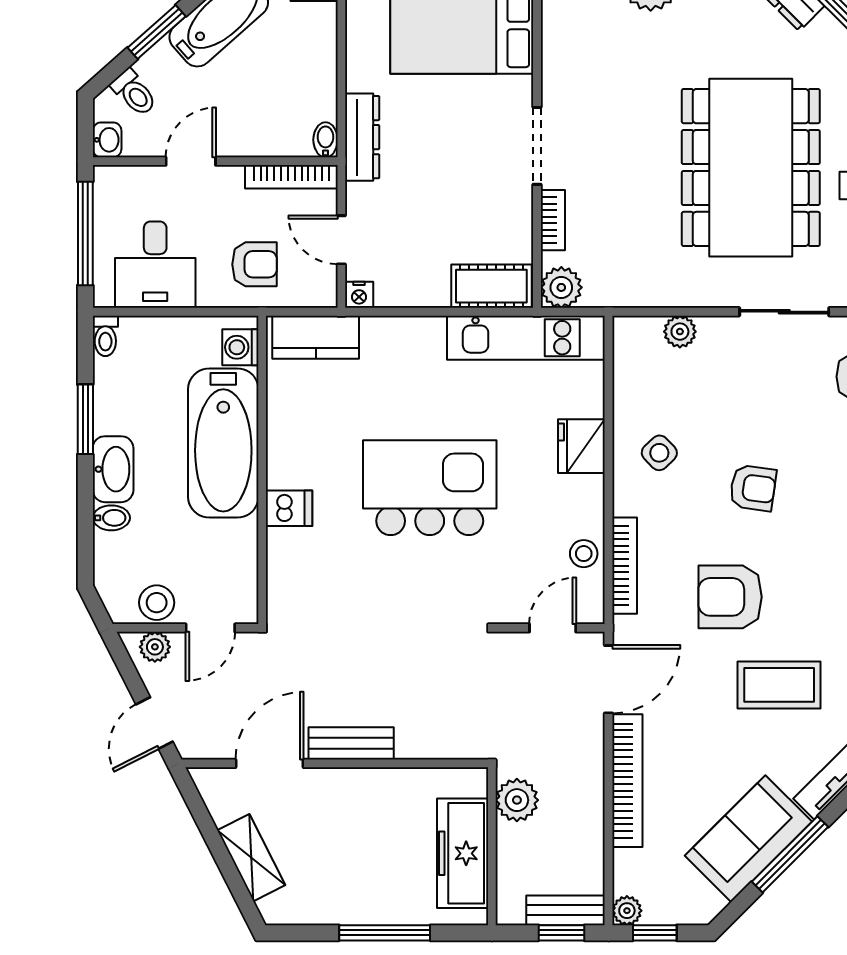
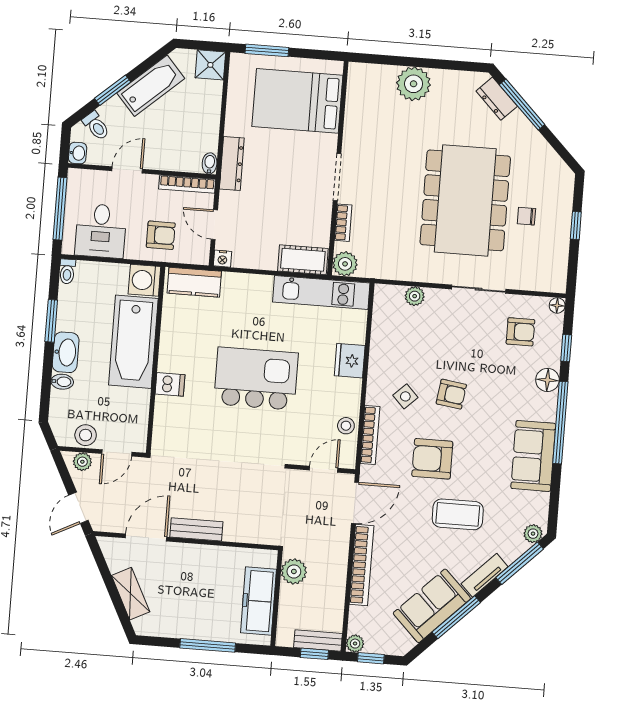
washing machine: (240, 347) -> (144, 280), width x1.38, depth x1.38
side table: (659, 453) -> (405, 396), moved

